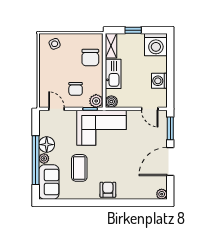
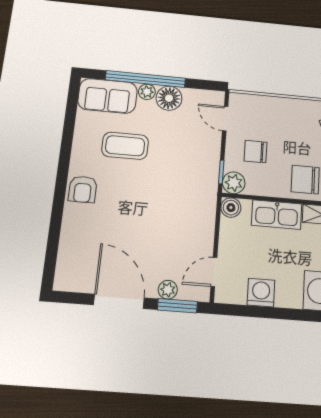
door: (56, 109) -> (225, 119), swing flipped
corner sofa: (102, 128) -> (189, 188), removed
armchair: (108, 190) -> (83, 189), turned 90
plant: (162, 194) -> (168, 290), moved

